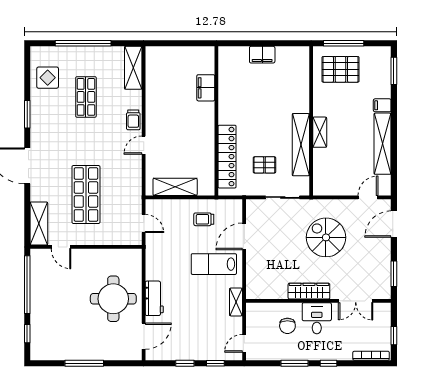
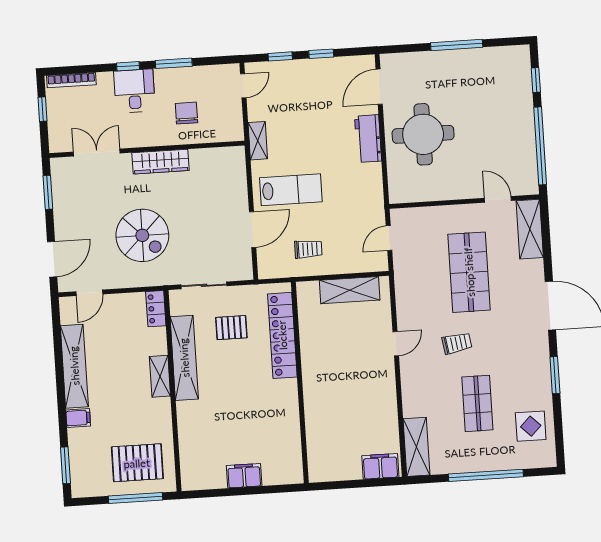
filing cabinet: (206, 88) -> (380, 466), moved, turned -90
trolley: (133, 120) -> (457, 343), moved, turned 81
locker: (319, 183) -> (156, 309), added
door: (144, 224) -> (389, 238), hinge flipped
desk: (317, 318) -> (134, 91), moved, turned 180

